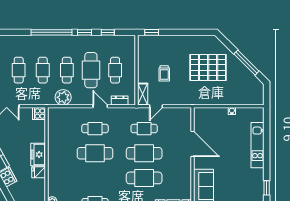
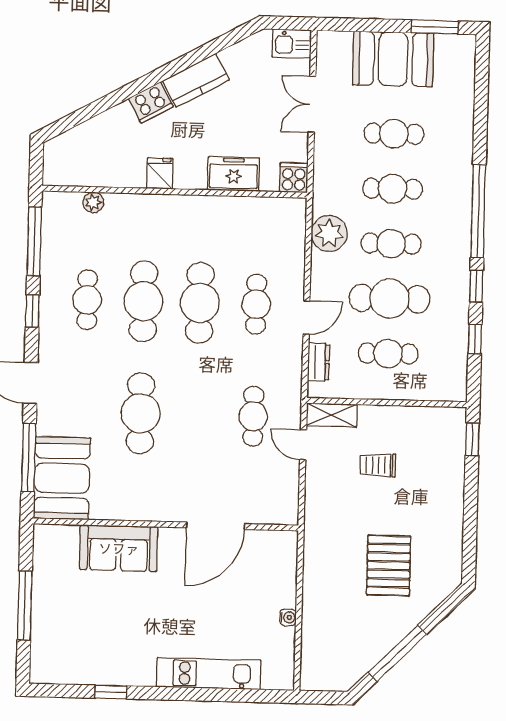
pallet: (208, 67) -> (389, 566), width x0.73, depth x0.71
cafe table: (144, 153) -> (143, 301), moved
freezer: (38, 154) -> (234, 174), moved

